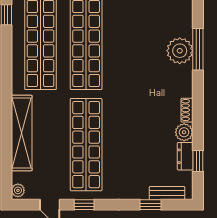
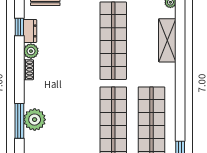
shelving: (22, 133) -> (167, 40), width x0.68

